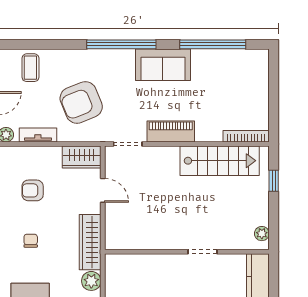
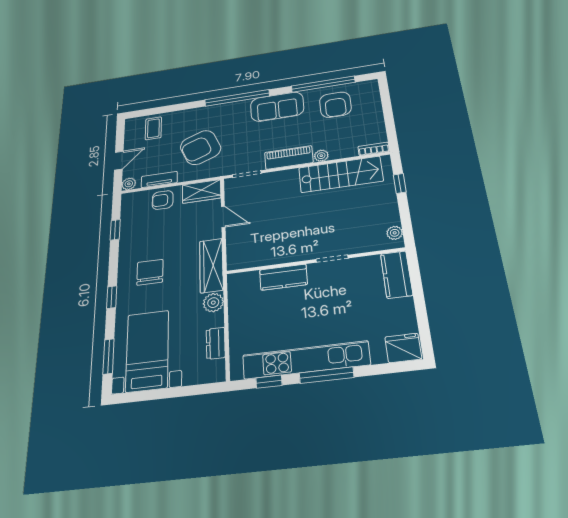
armchair: (223, 74) -> (335, 105), added
plant: (203, 135) -> (321, 156), added
bookcase: (246, 136) -> (374, 149), width x0.64
armchair: (33, 190) -> (163, 200), moved
chair: (31, 241) -> (150, 272), width x1.87, depth x1.87
kitchen counter: (157, 264) -> (283, 277), added

